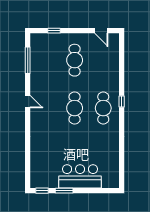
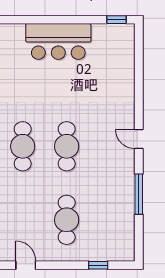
window: (28, 60) -> (139, 194), moved
door: (28, 102) -> (139, 139), moved
window: (64, 191) -> (83, 20), removed

